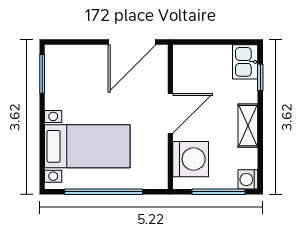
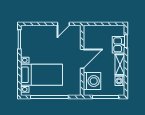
door: (132, 42) -> (63, 24), width x0.53
kitchen sink: (245, 62) -> (119, 45), moved
washing machine: (248, 179) -> (120, 81), moved

